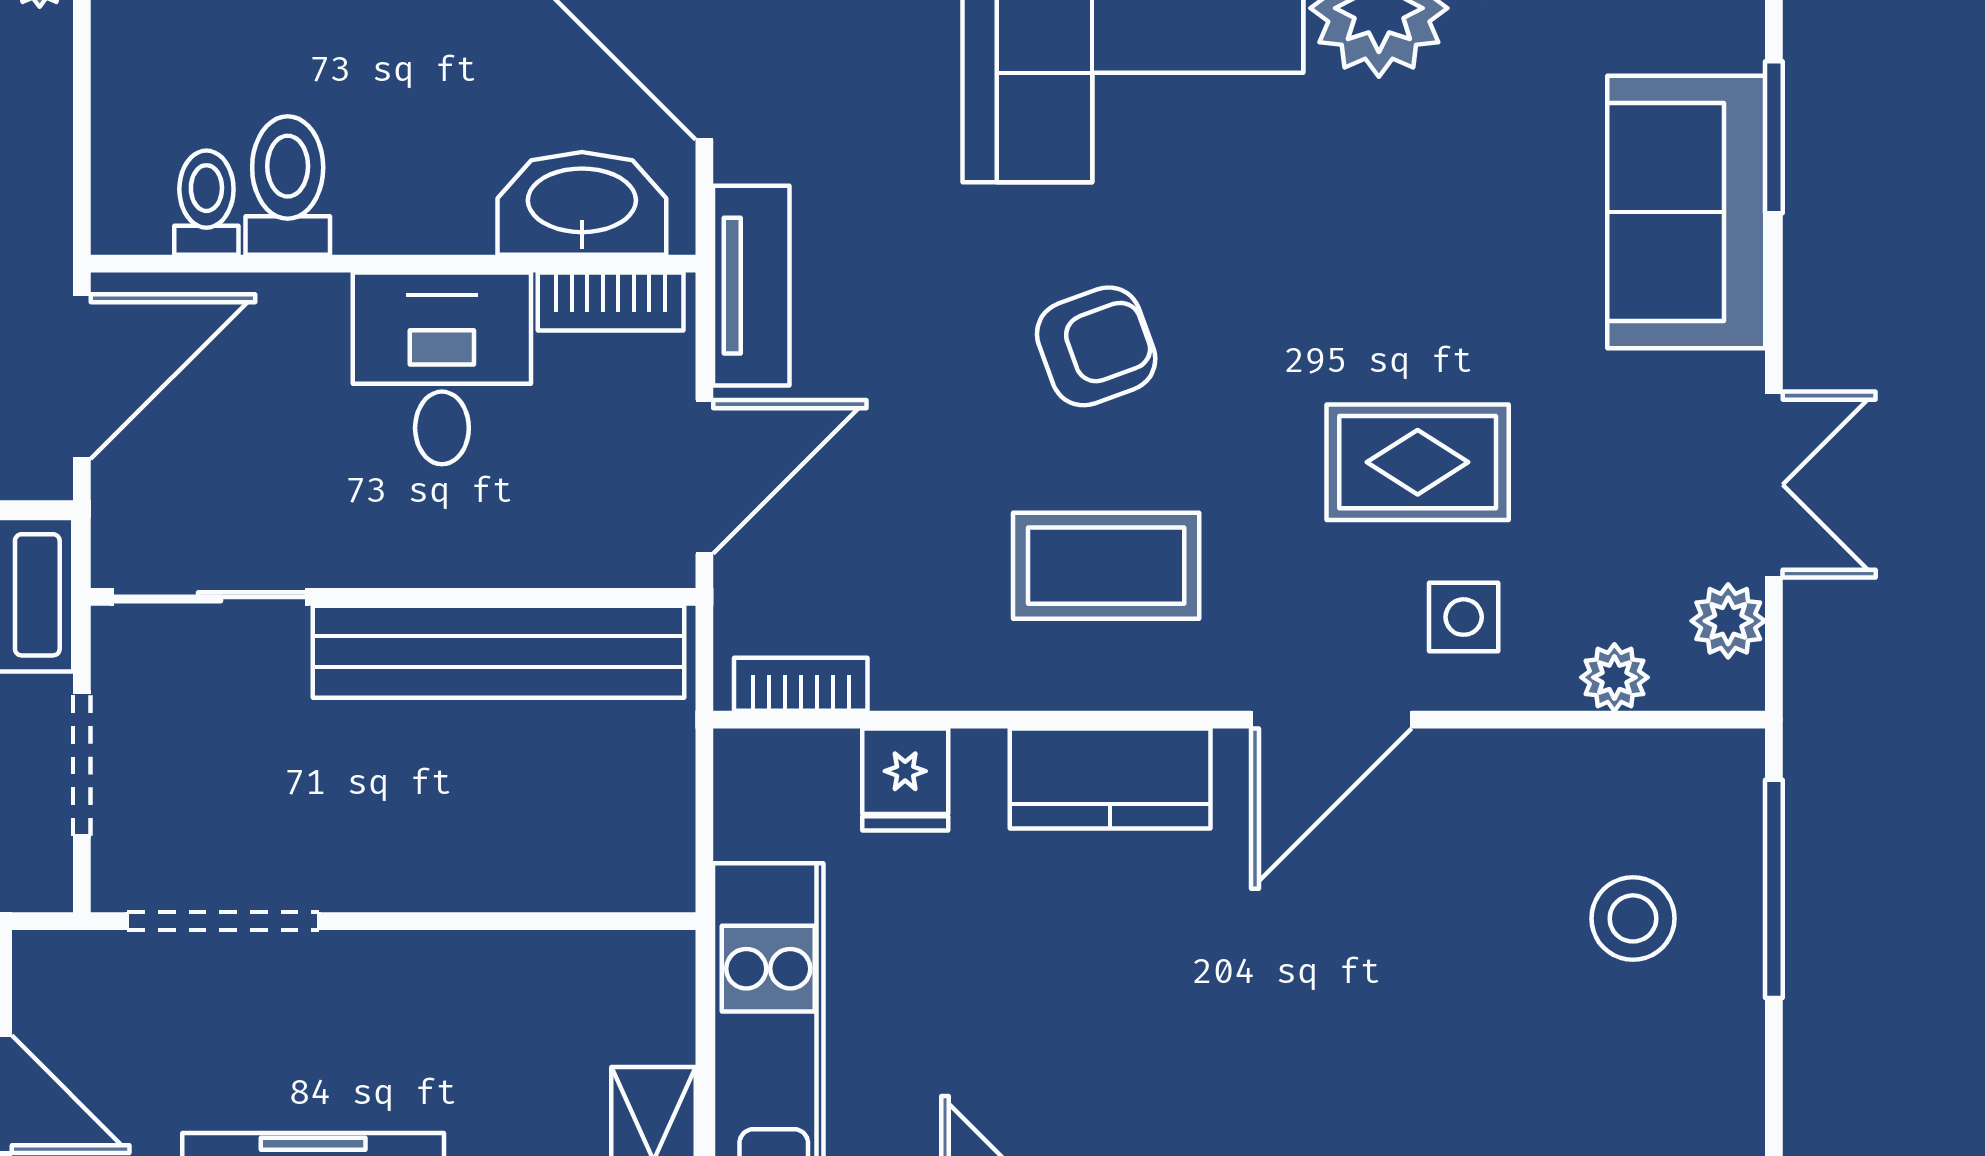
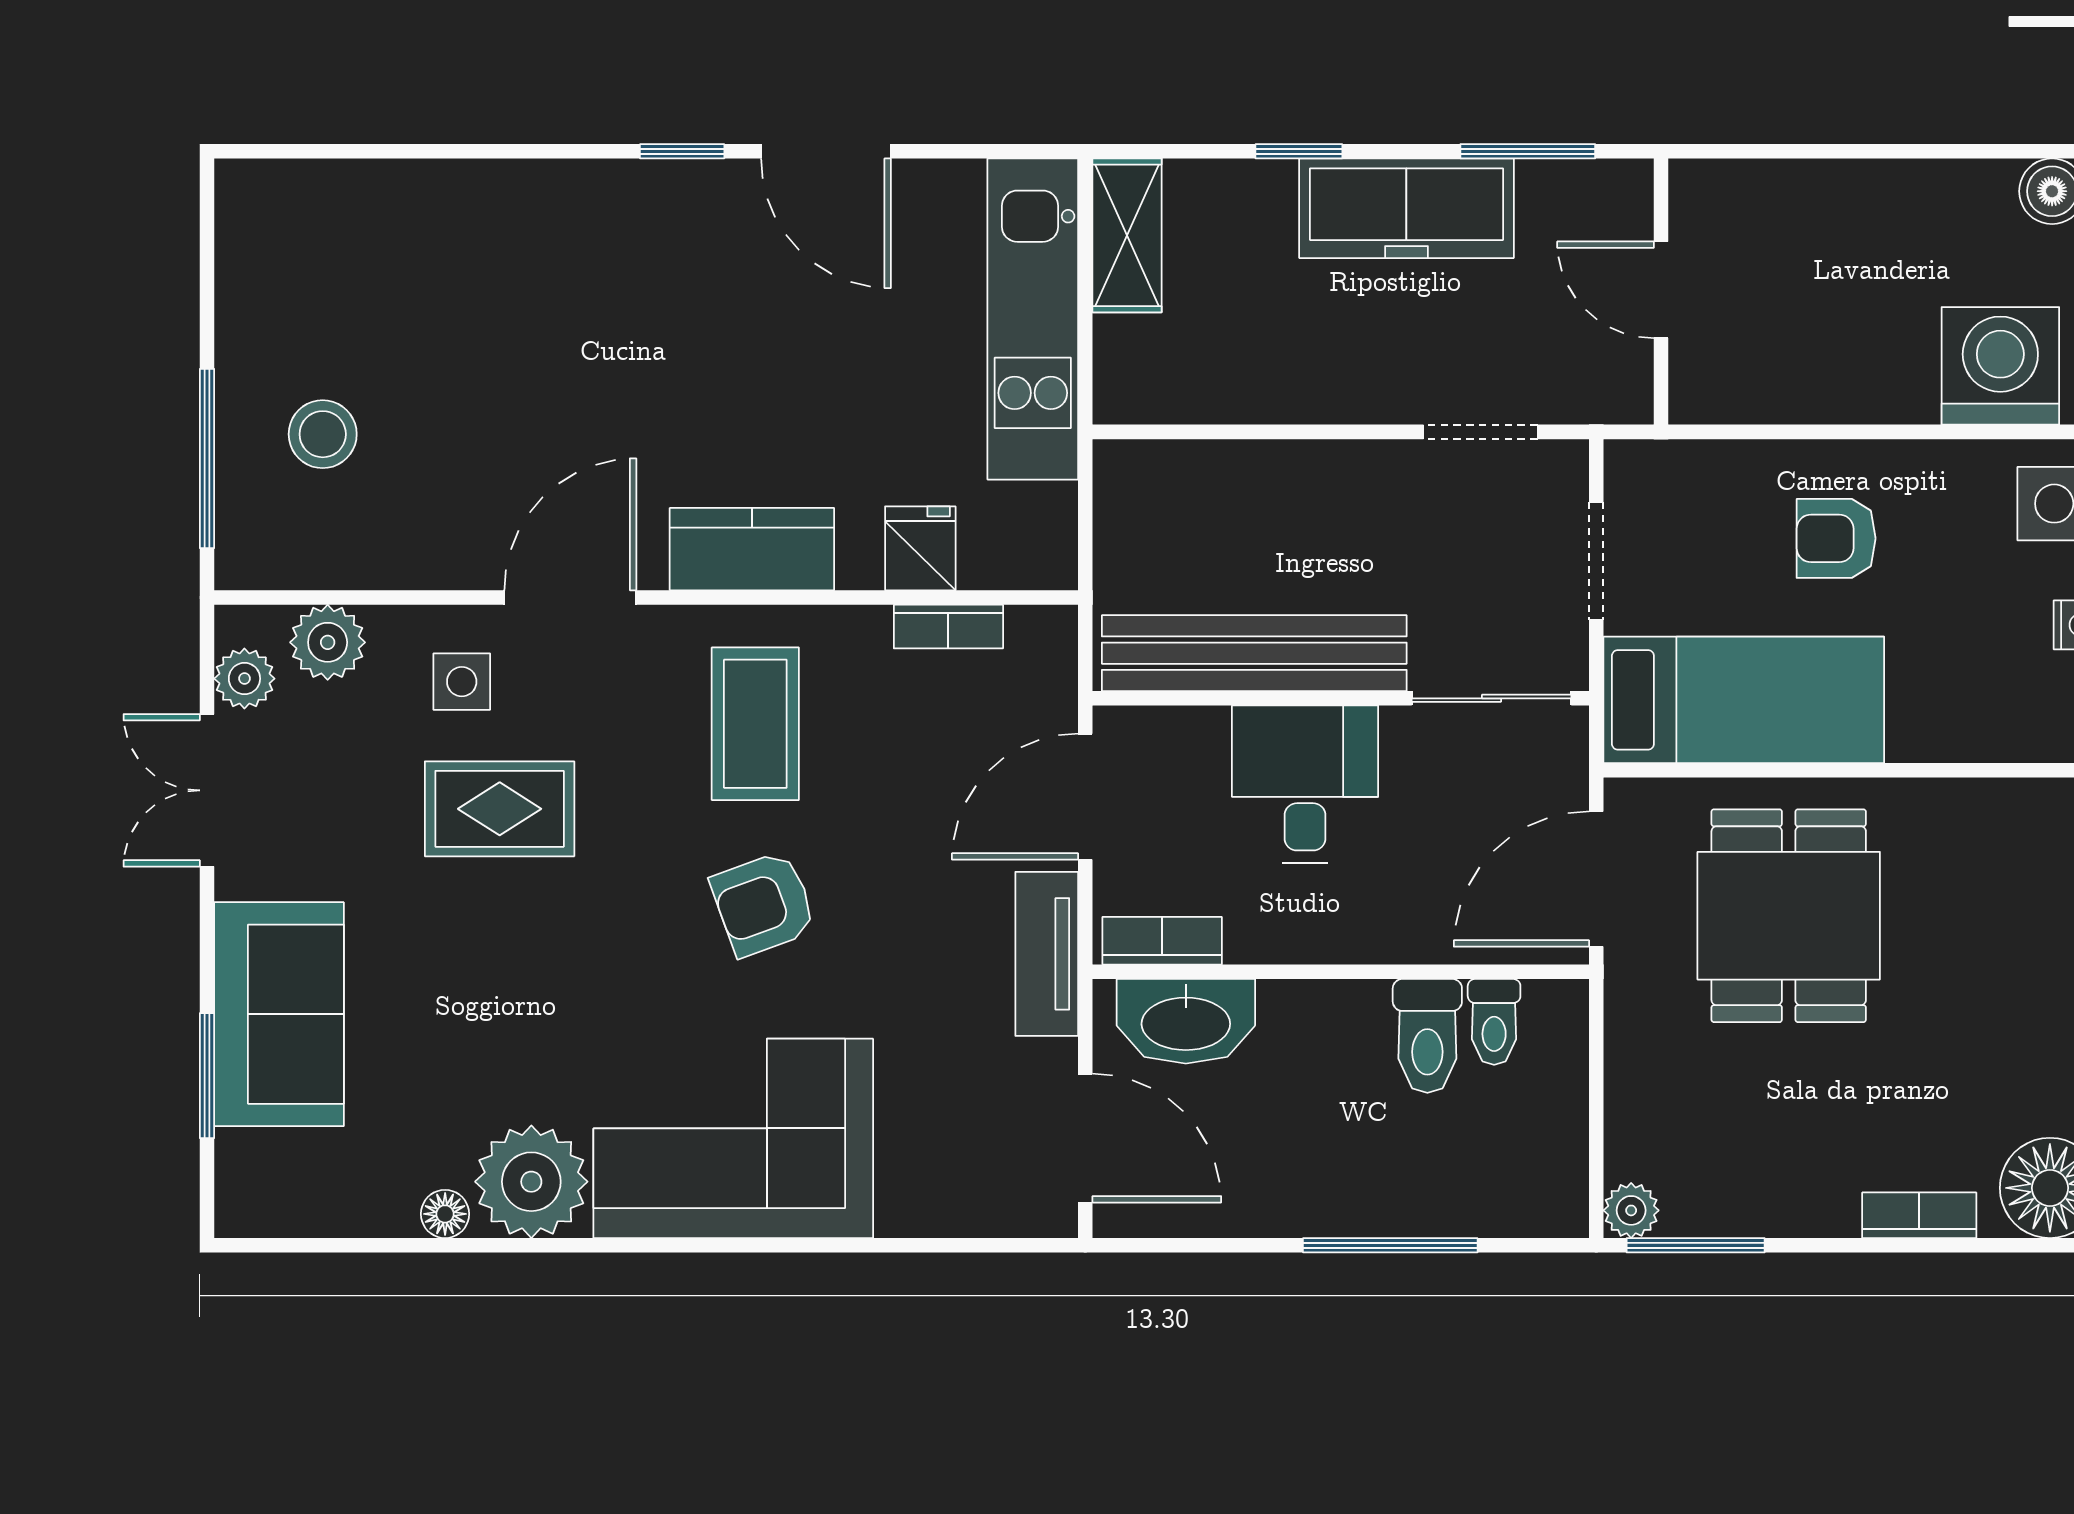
desk: (442, 368) -> (1305, 784), moved, turned 180
coffee table: (1106, 566) -> (755, 724), turned 90
plant: (1614, 677) -> (328, 642), width x1.38, depth x1.38
bookcase: (801, 684) -> (948, 627), moved
doorway: (223, 921) -> (1480, 432), width x0.73

